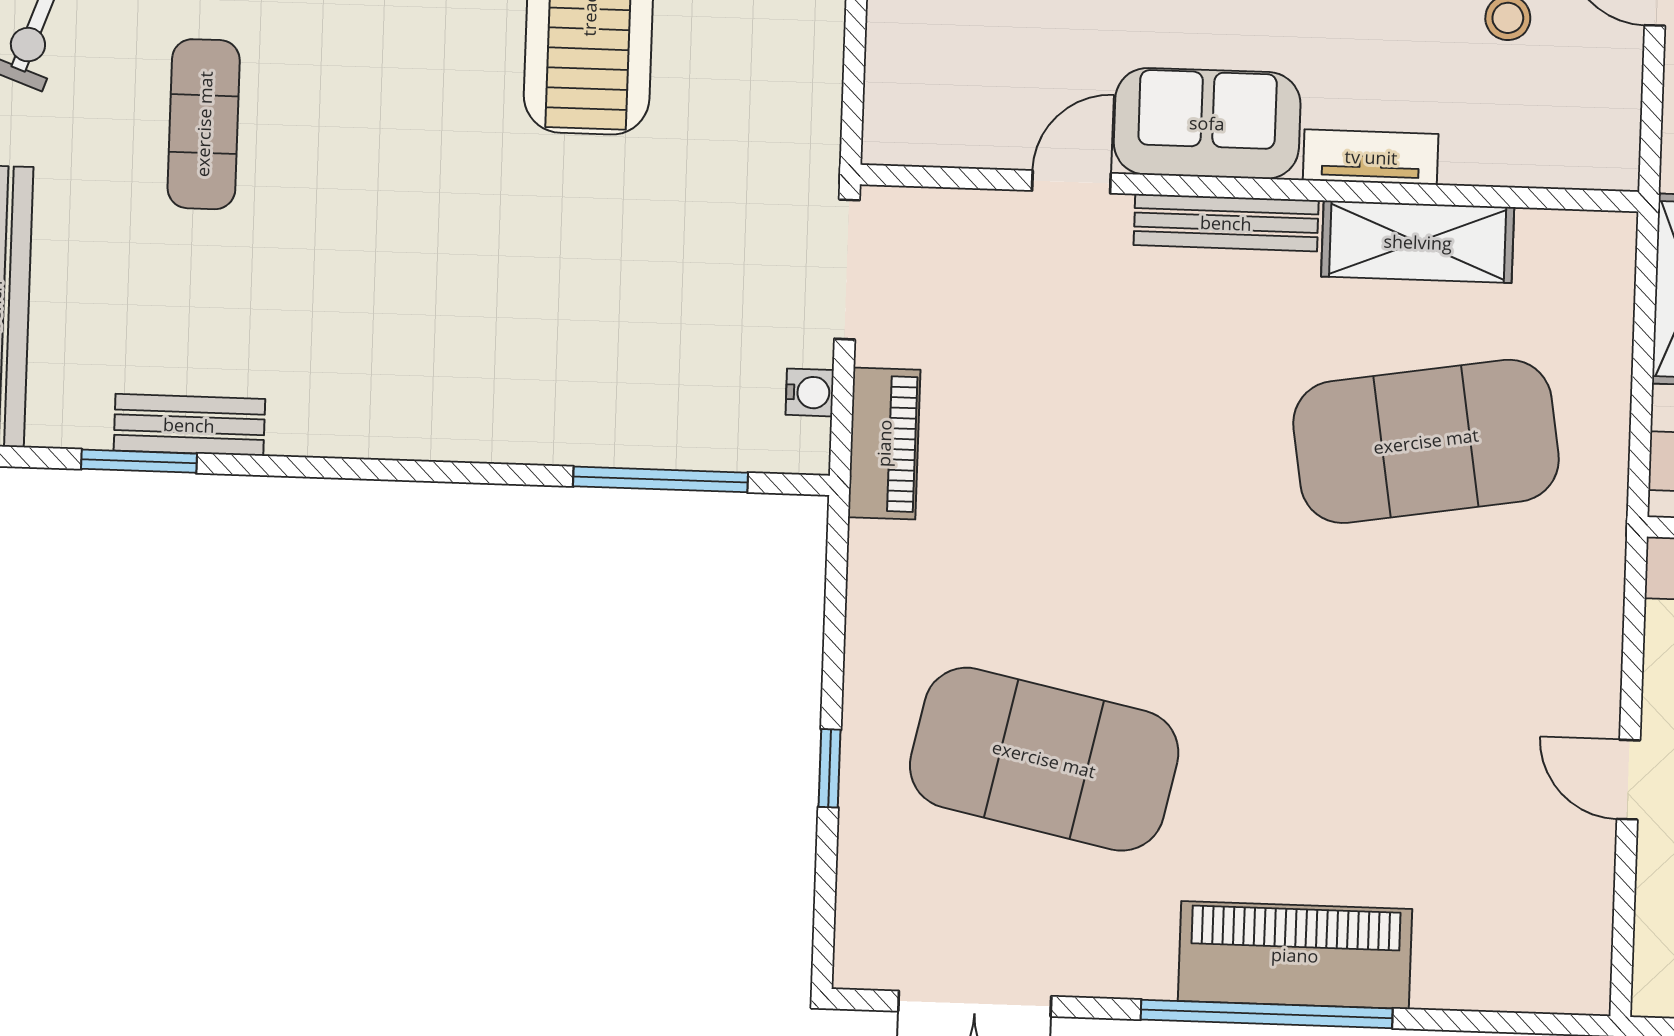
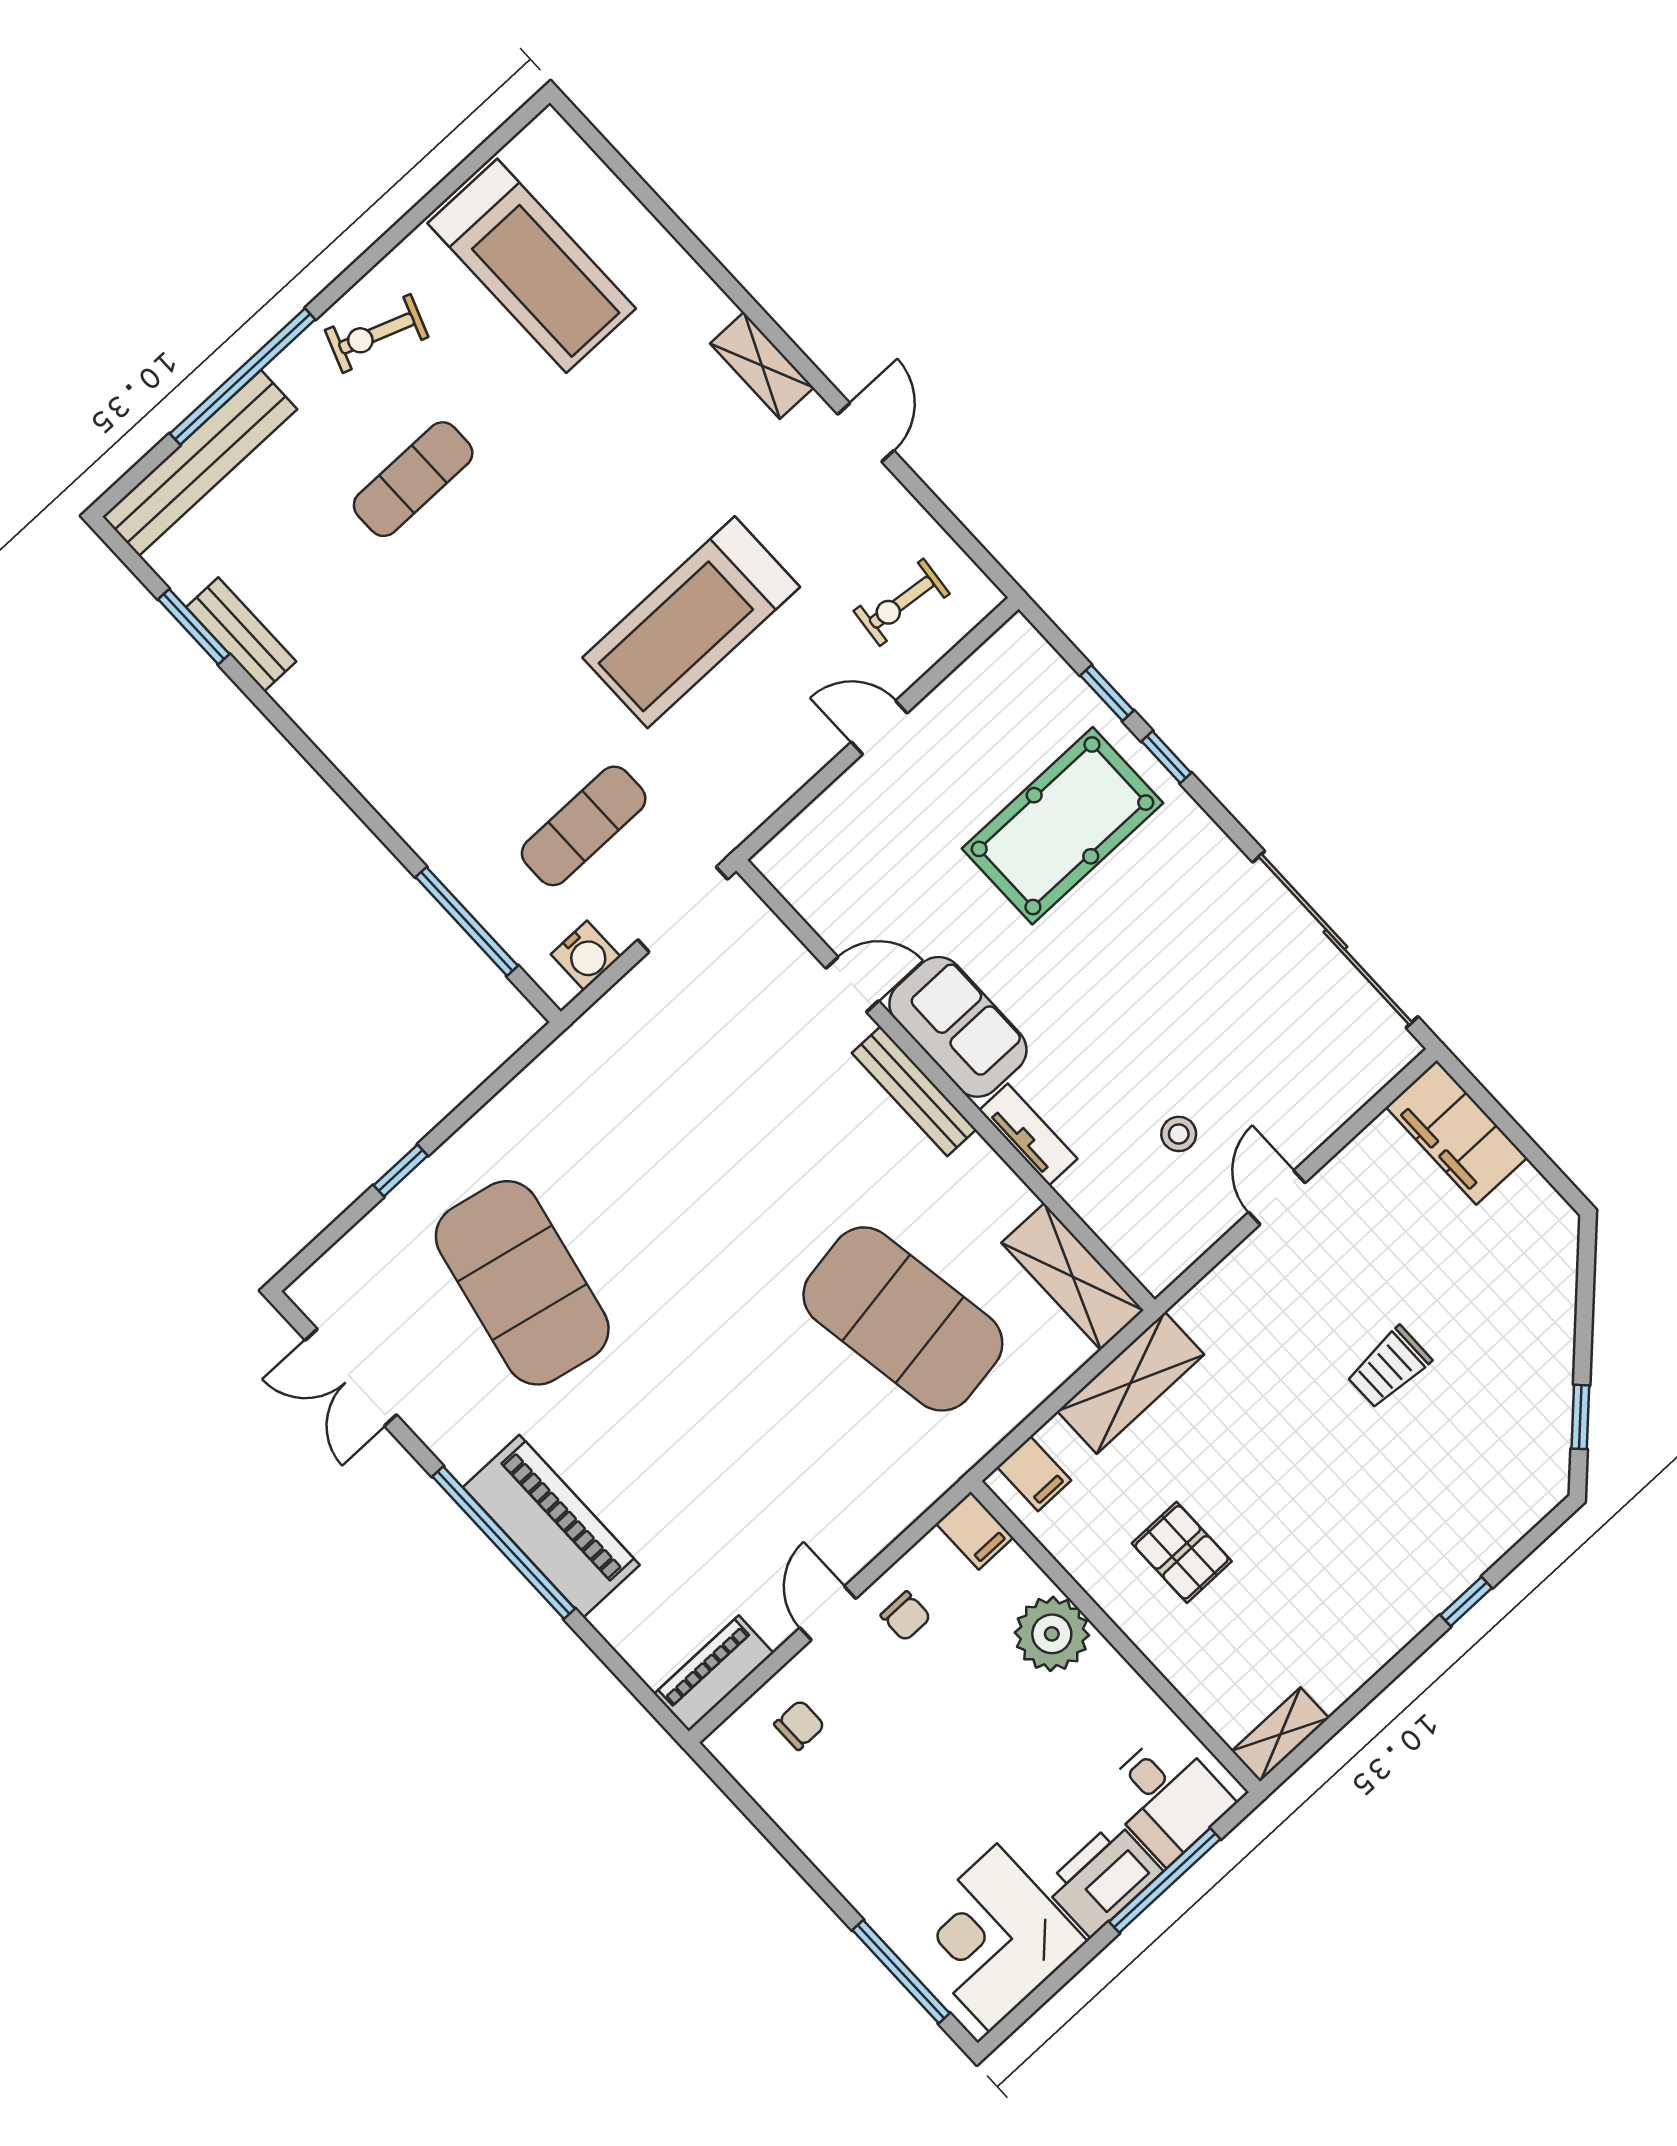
shelving: (1418, 242) -> (1073, 1277), moved
exercise mat: (679, 284) -> (584, 826), added
water cooler: (810, 392) -> (586, 955), width x1.38, depth x1.38
piano: (884, 443) -> (714, 1673), moved, turned 180

